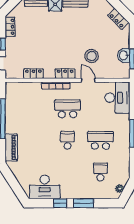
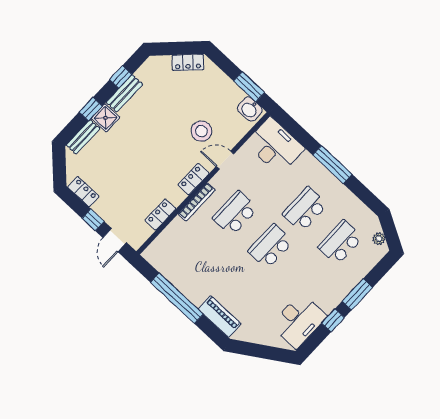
washbasin: (124, 55) -> (250, 109), moved
school desk: (67, 140) -> (271, 246), width x1.85
school desk: (100, 172) -> (340, 242), width x1.85

